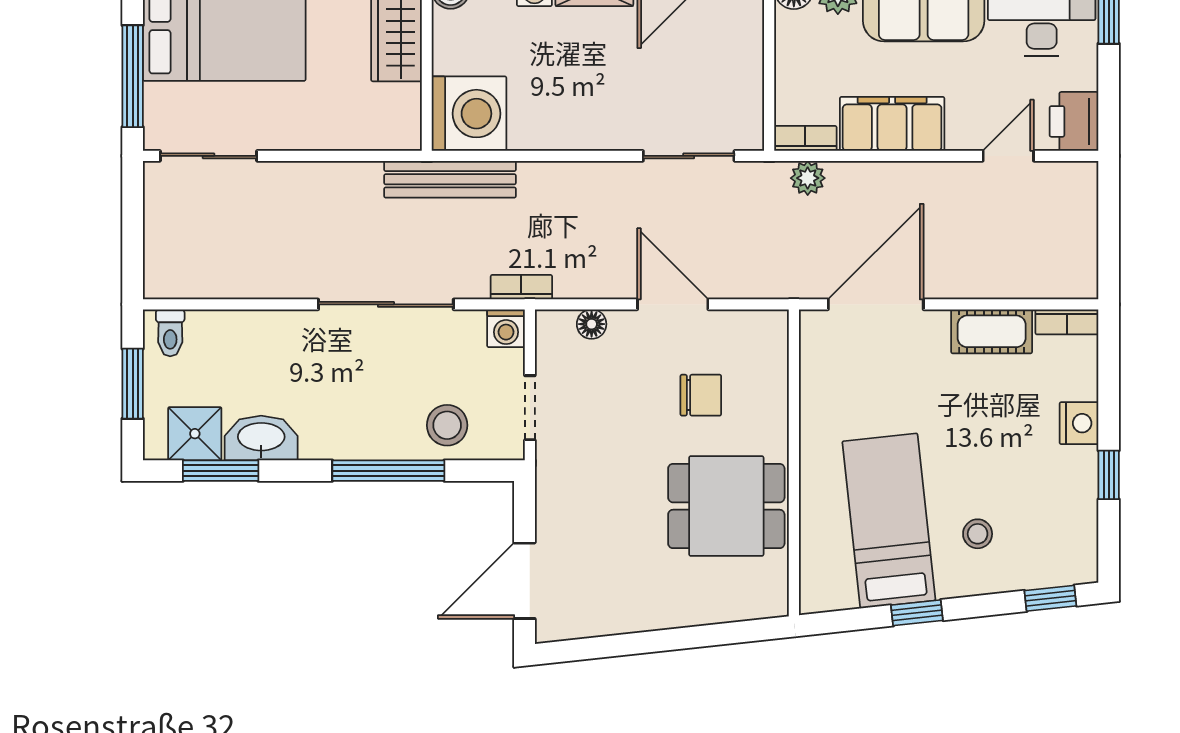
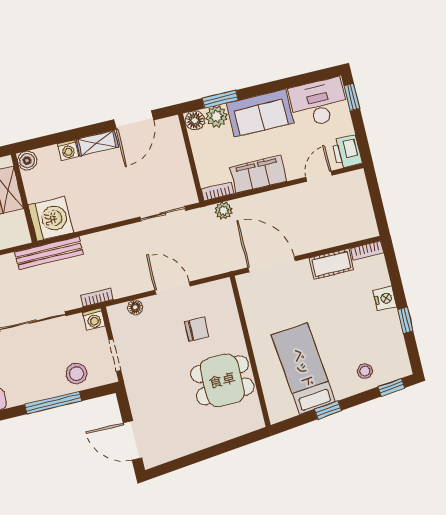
door: (876, 304) -> (272, 264), hinge flipped
stool: (978, 534) -> (365, 371), moved
door: (525, 581) -> (133, 440), hinge flipped

